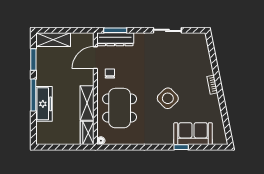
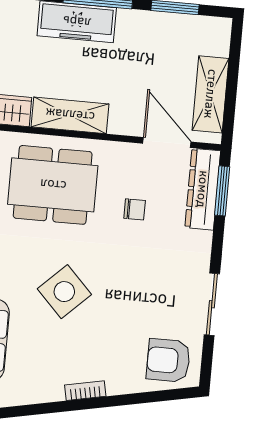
shelving: (53, 40) -> (211, 94), moved
armchair: (195, 48) -> (168, 360), added
chair: (110, 74) -> (135, 209), moved

